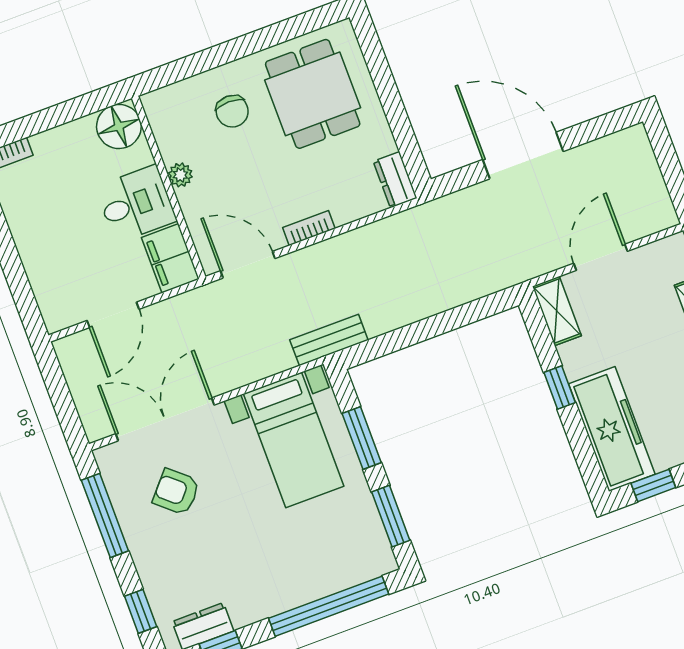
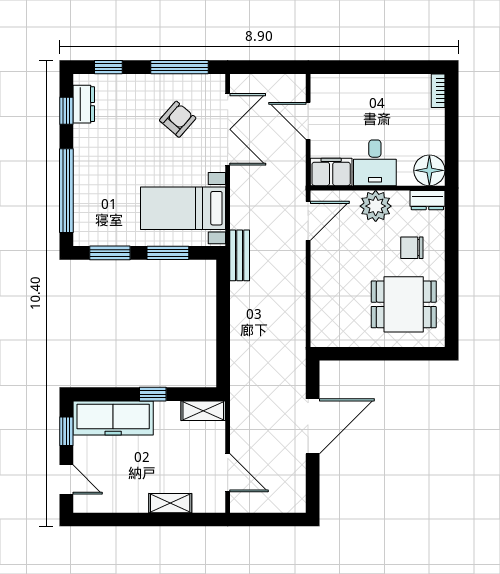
plant: (180, 175) -> (376, 206), width x1.88, depth x1.88
dresser: (395, 180) -> (427, 200), moved, turned 180
bookcase: (309, 228) -> (317, 269), removed
door: (601, 257) -> (228, 473), moved

